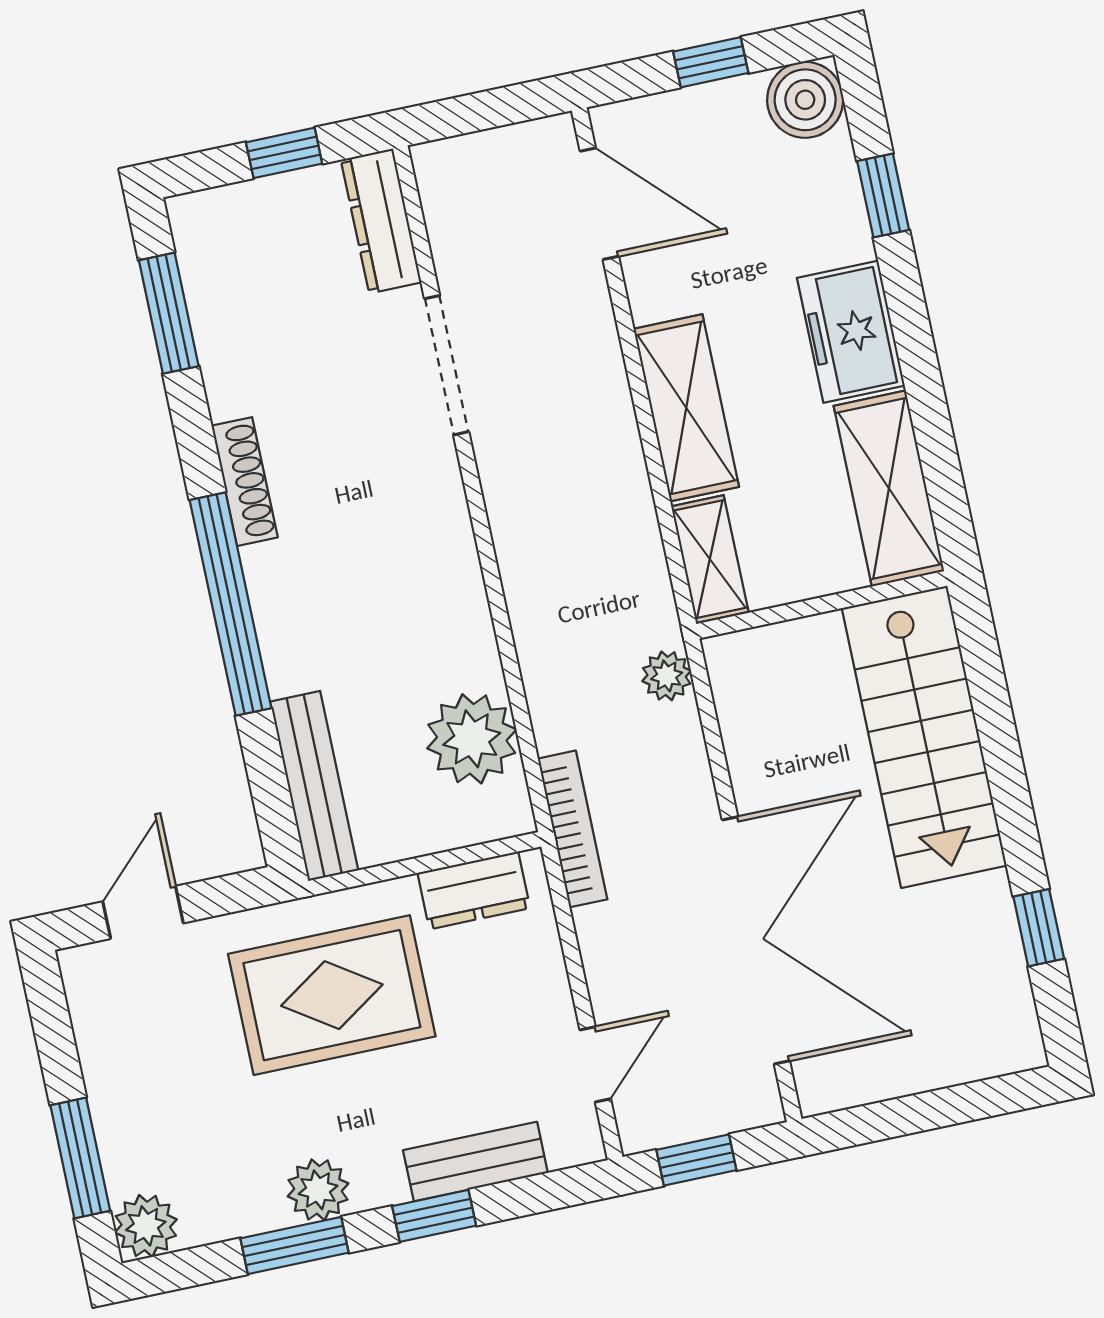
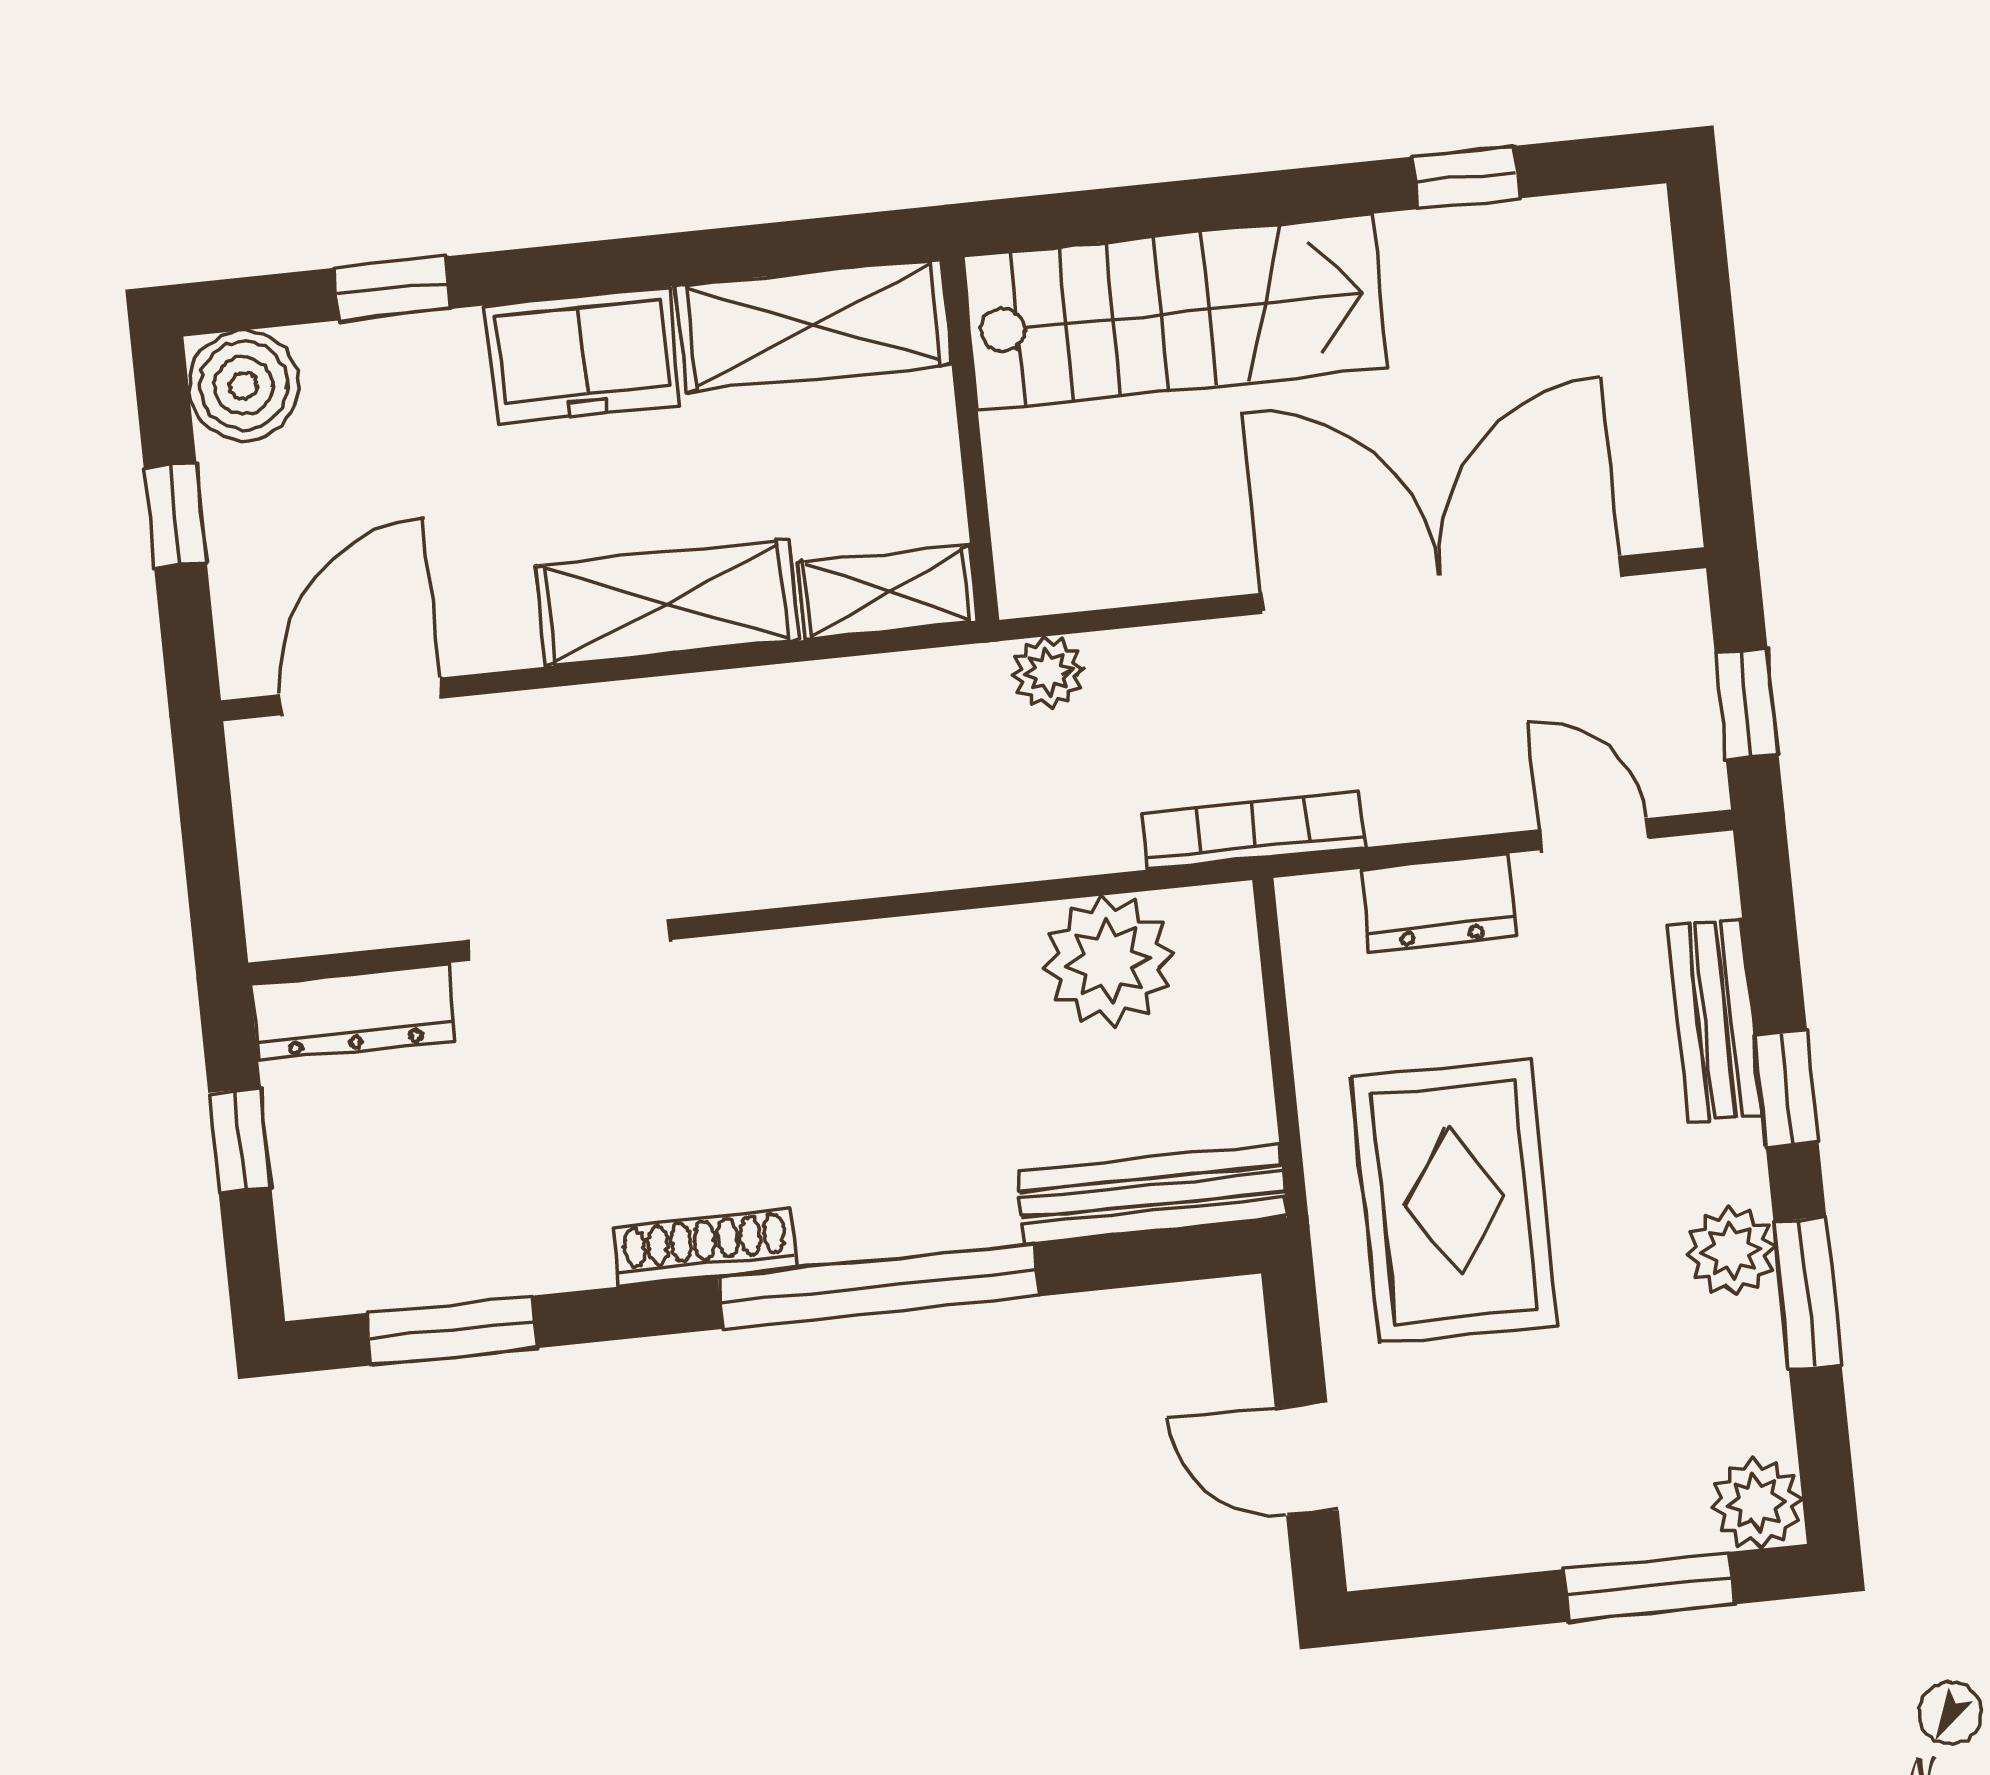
dresser: (474, 890) -> (1439, 903), moved, turned 90

